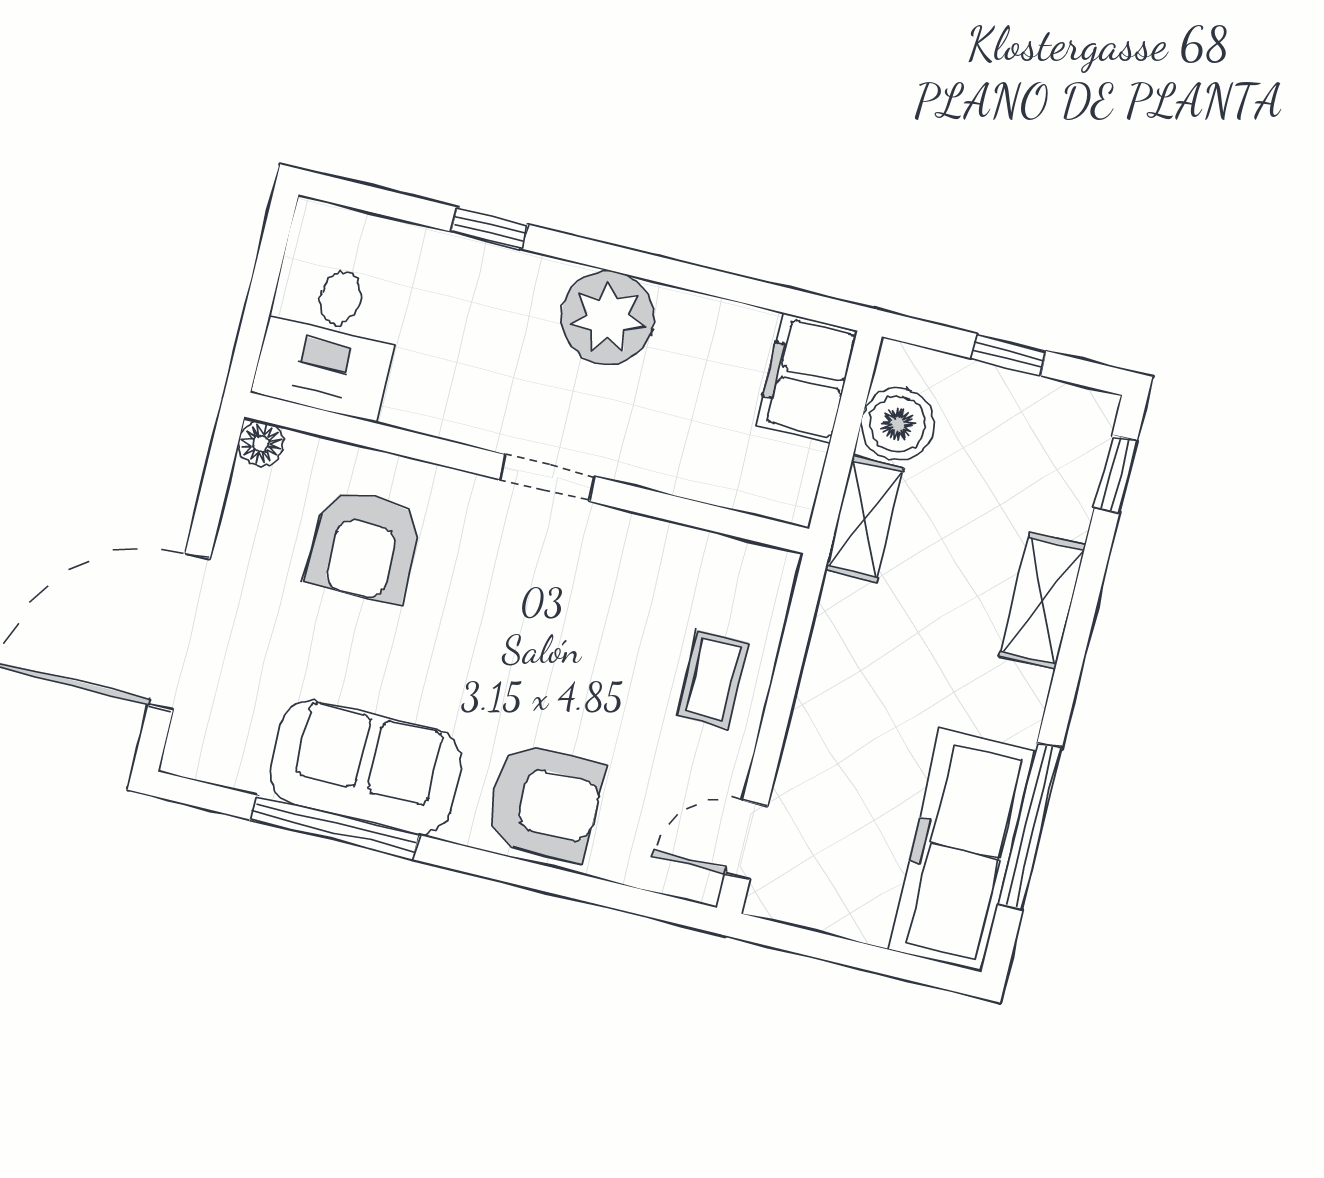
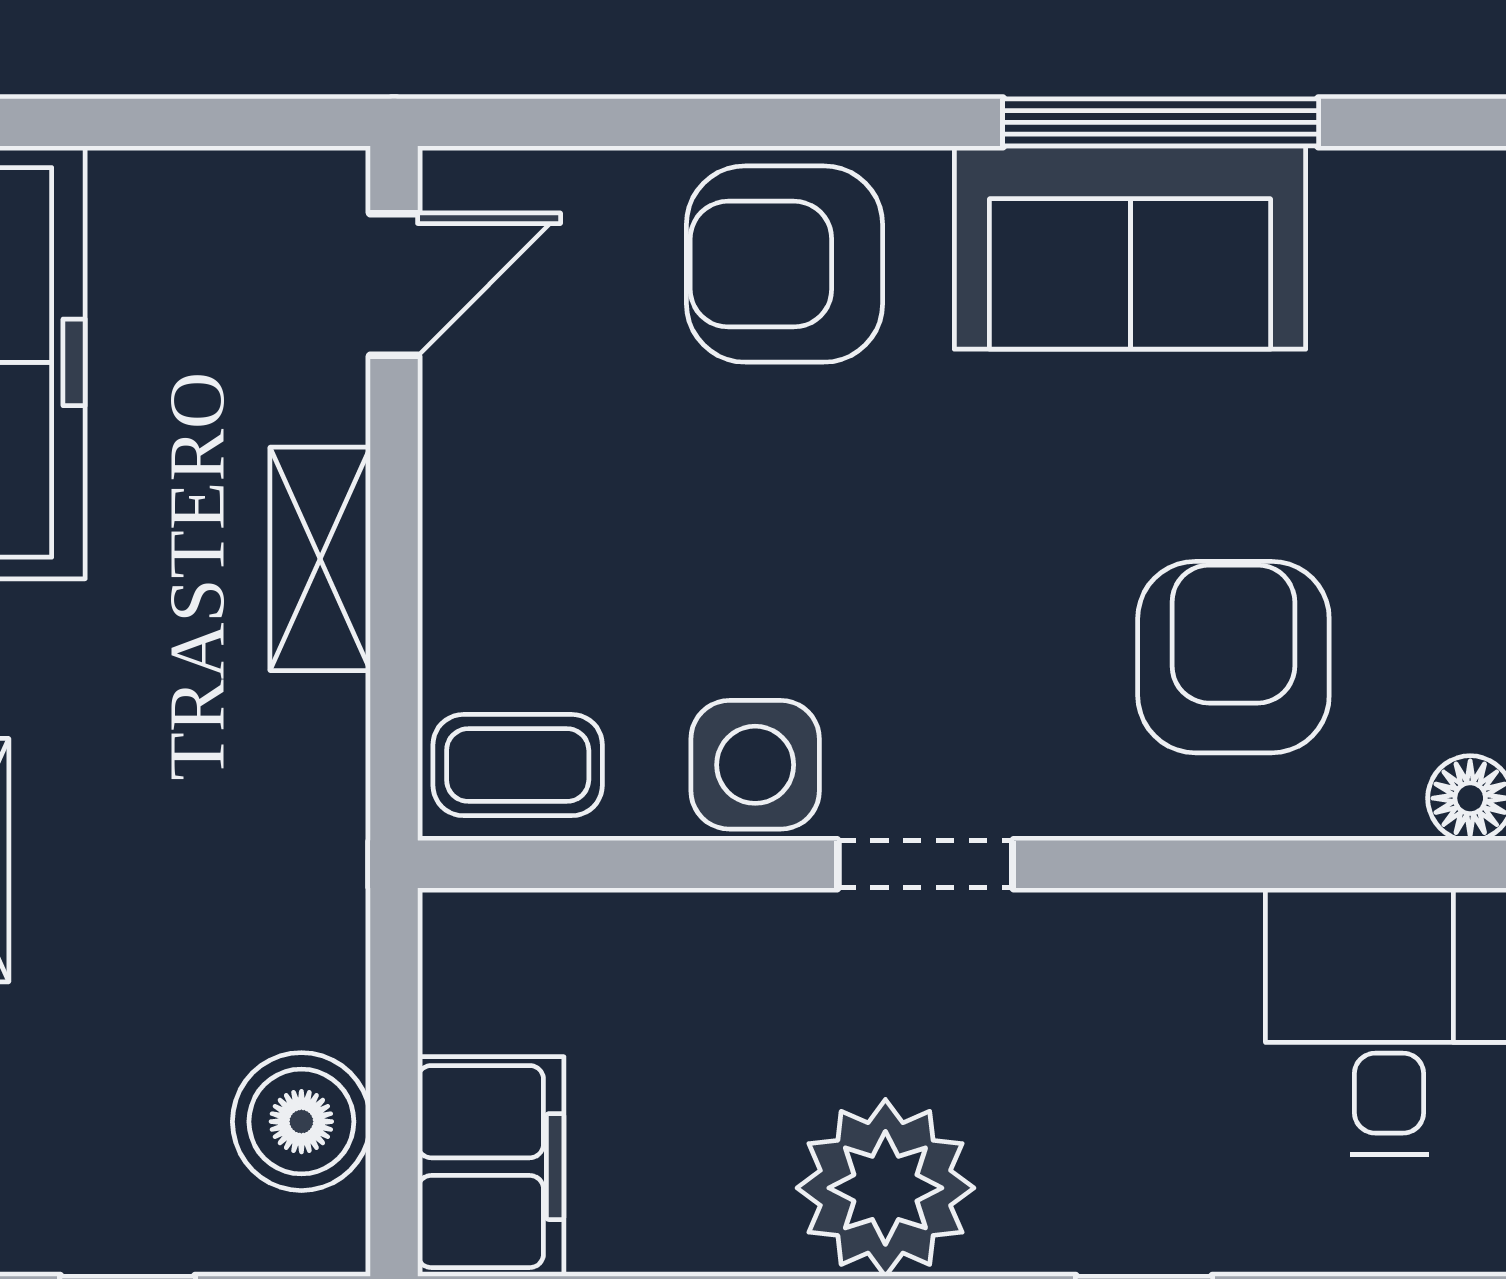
shelving: (864, 519) -> (320, 559), moved
side table: (622, 550) -> (755, 765), added
coffee table: (713, 679) -> (518, 765), moved, turned 90

